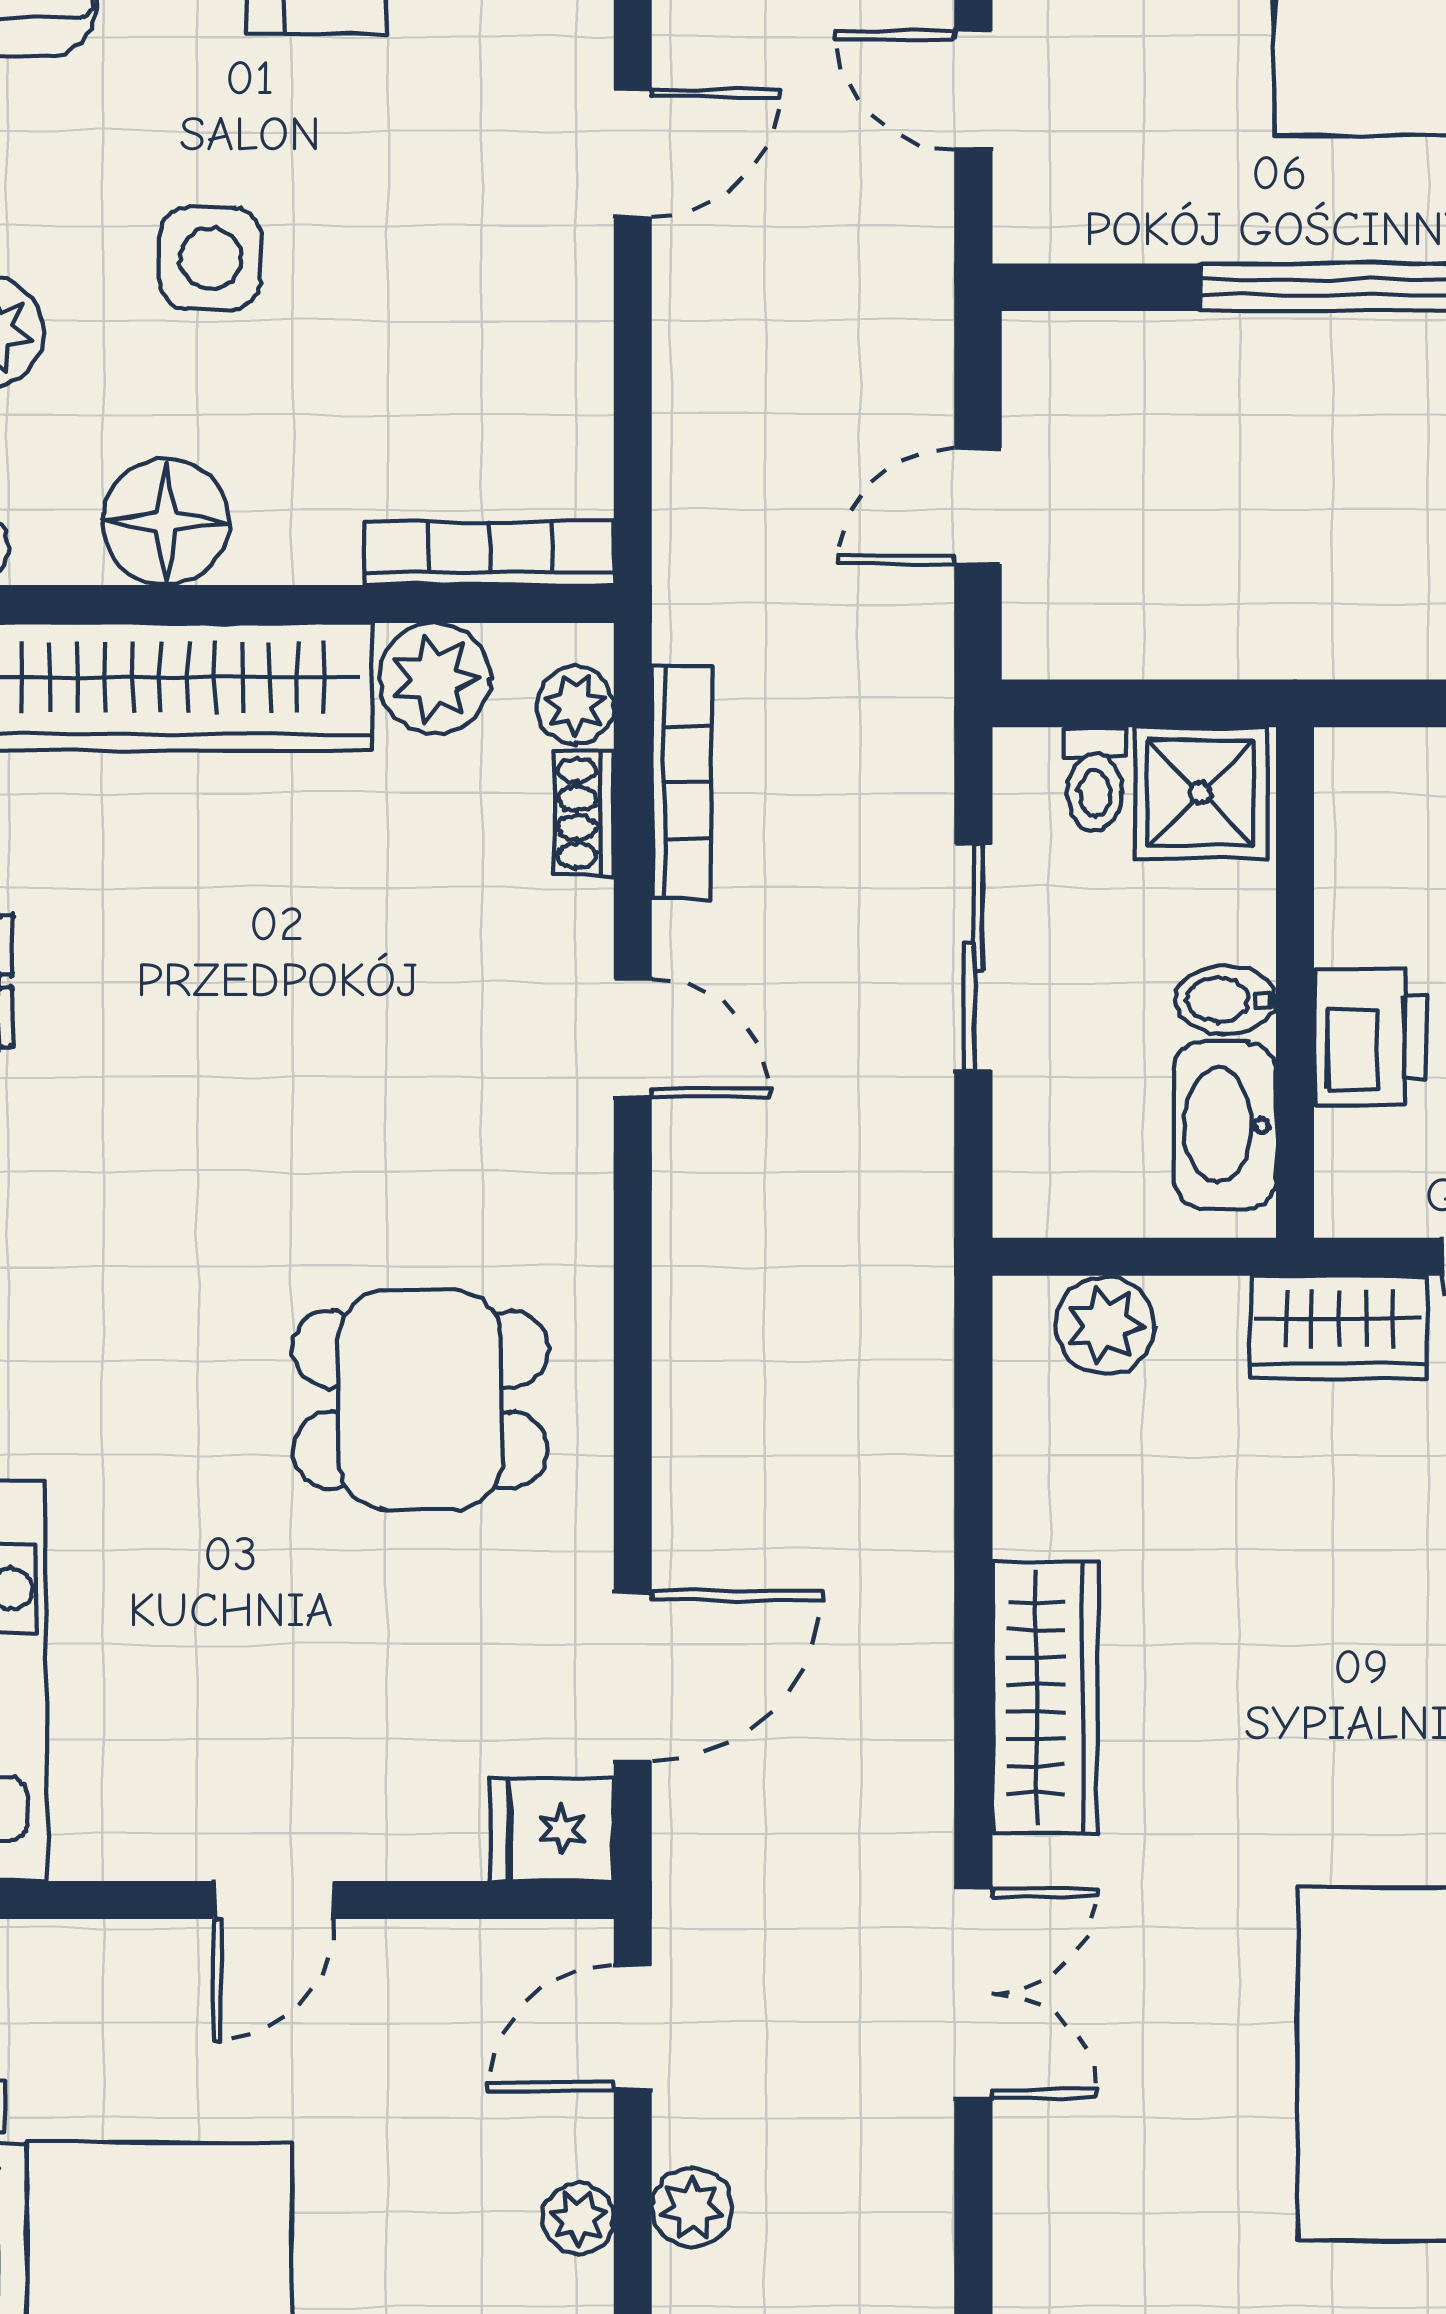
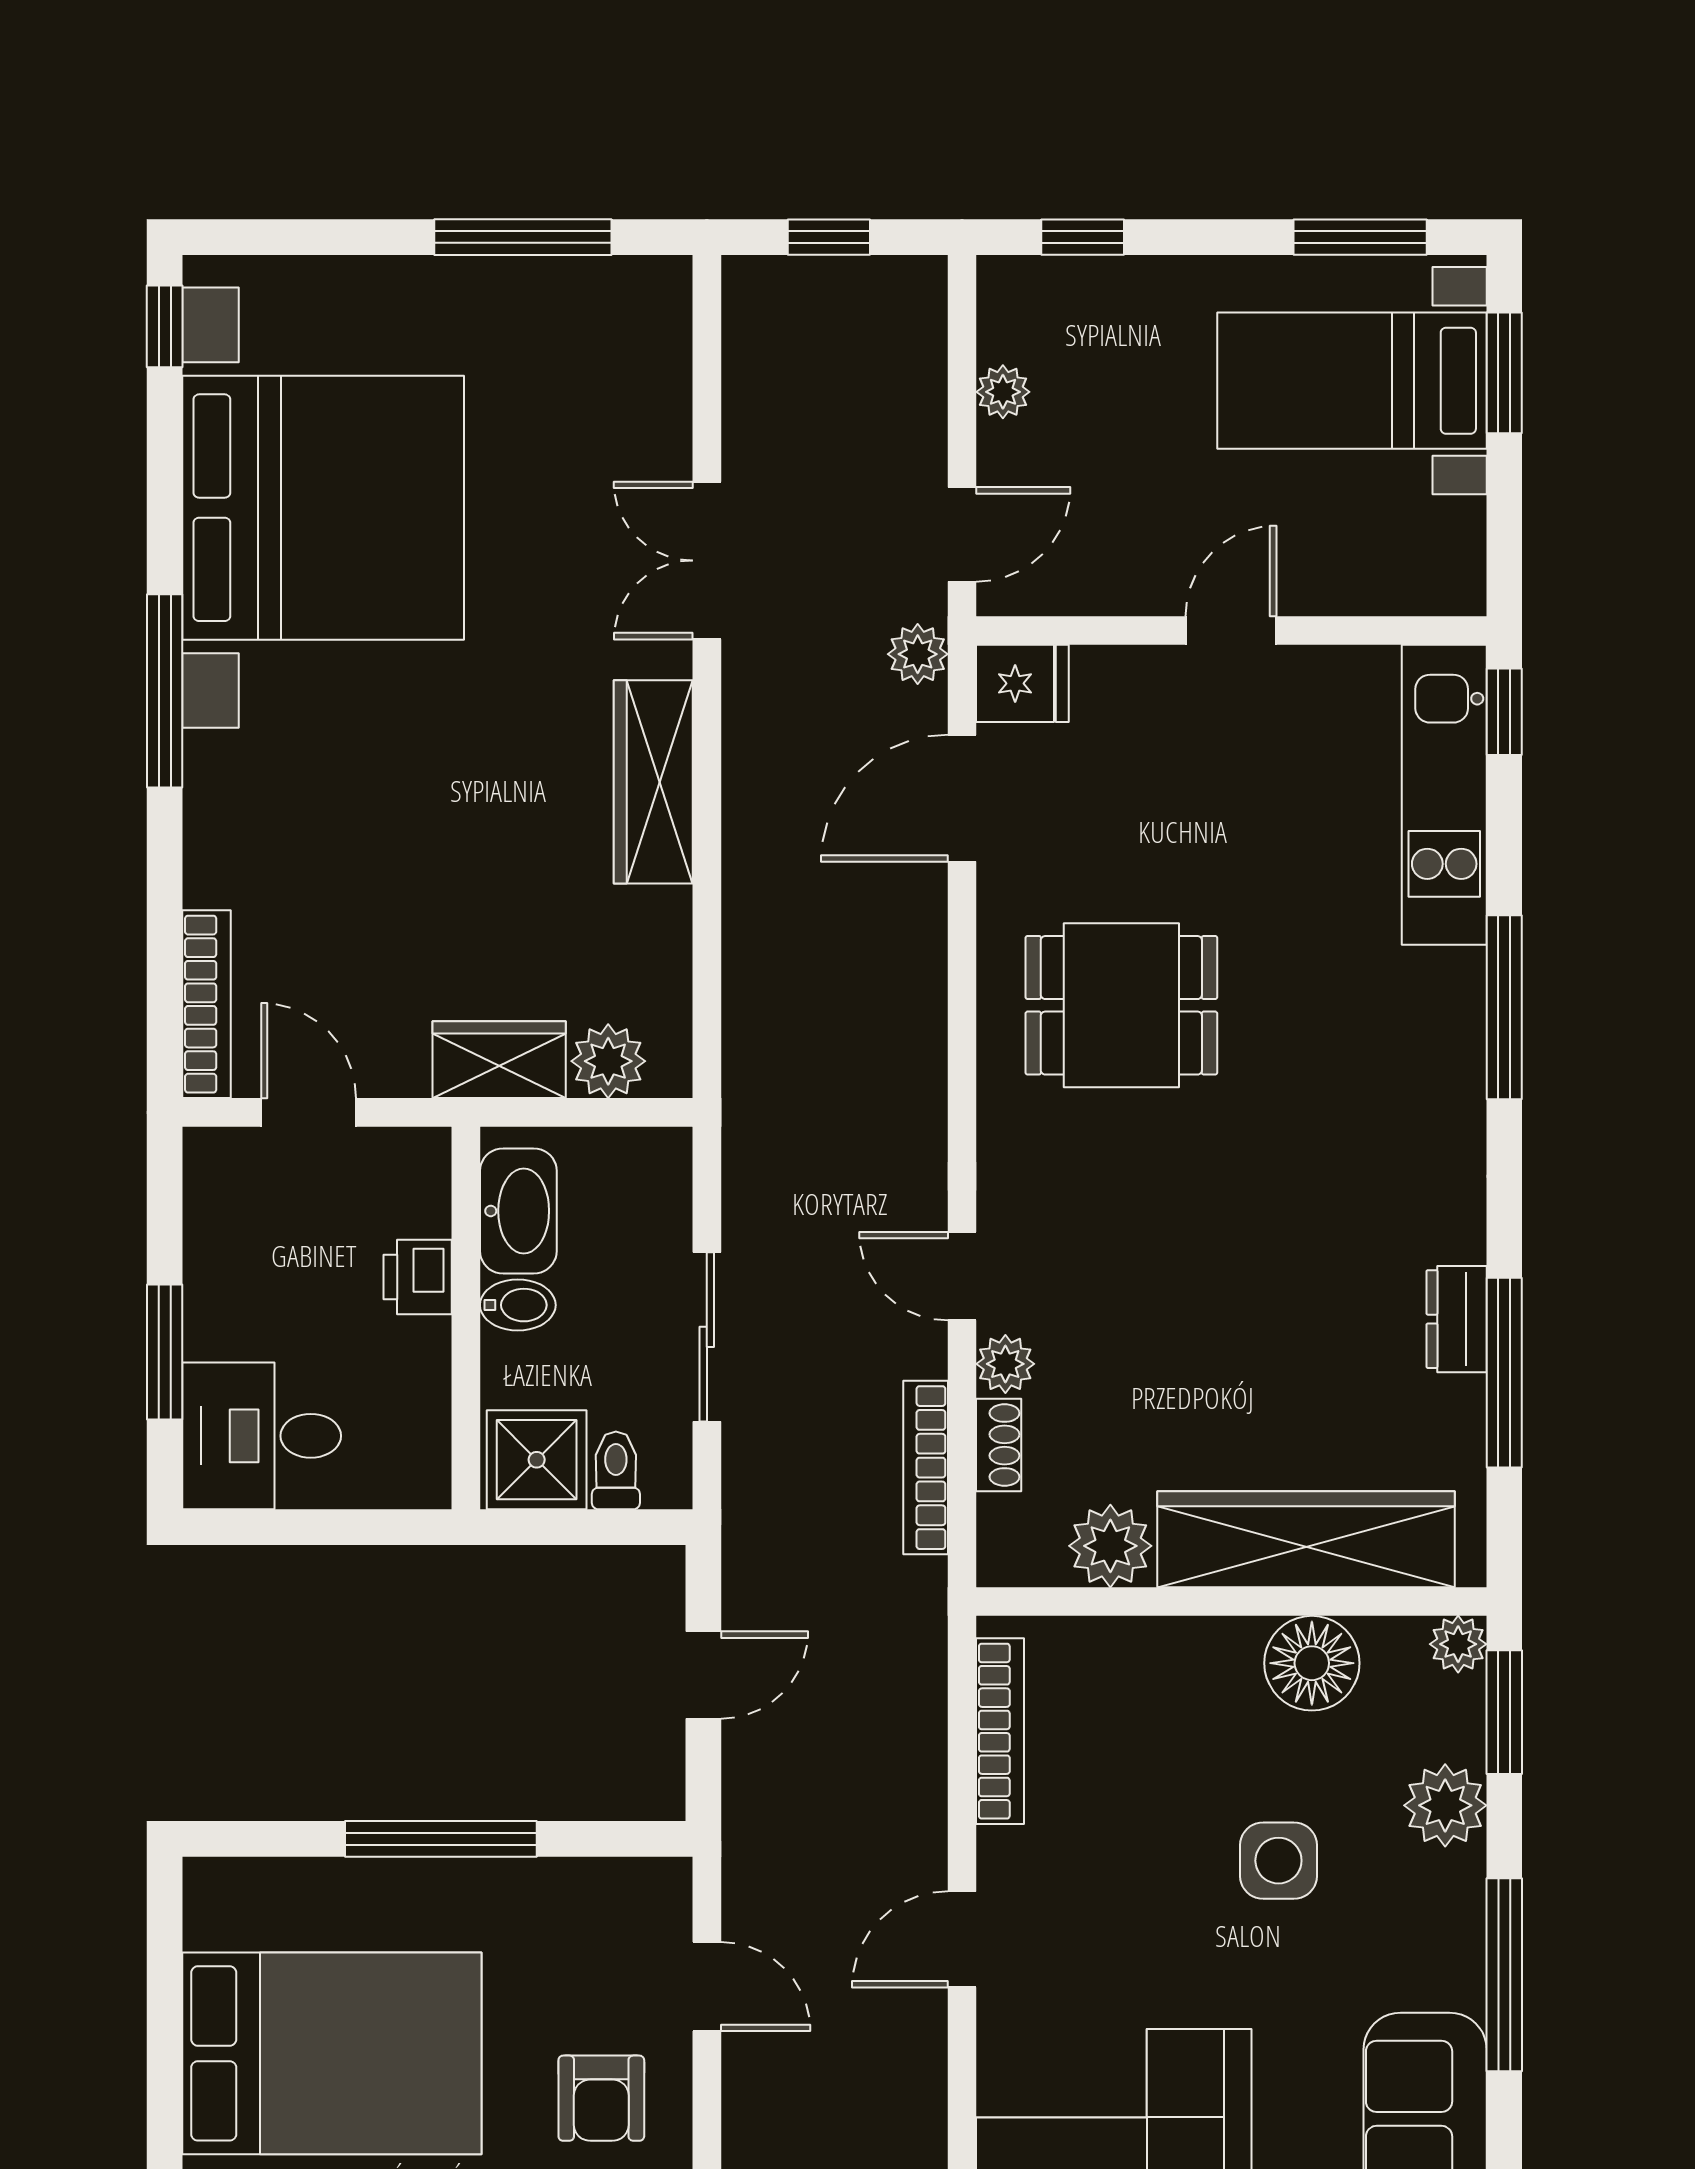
bookcase: (490, 553) -> (1000, 1731), moved, turned -90
plant: (575, 705) -> (1005, 1364), moved
printer: (1370, 1037) -> (418, 1277), width x0.73, depth x0.81
wardrobe: (1339, 1327) -> (499, 1060), moved
plant: (692, 2207) -> (918, 654), moved

